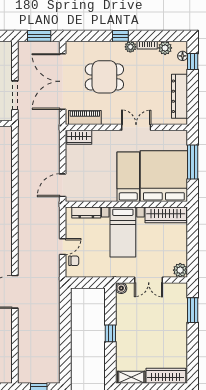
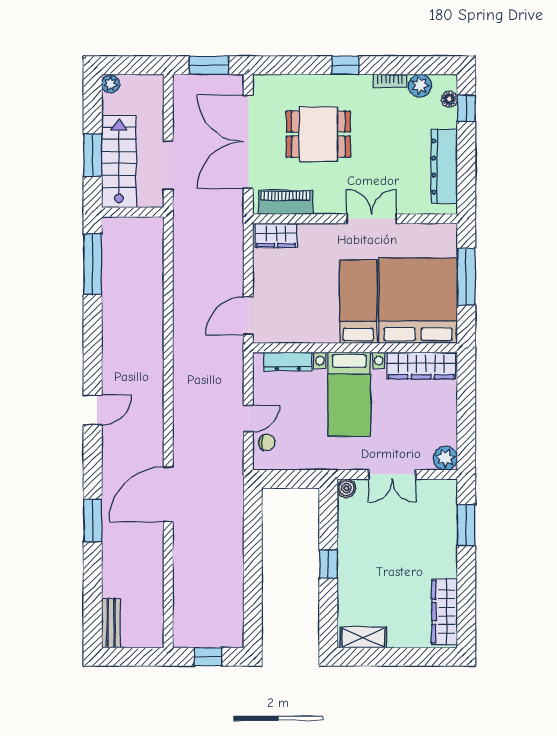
plant: (130, 47) -> (362, 84), removed
wardrobe: (166, 376) -> (445, 612), moved, turned -90

